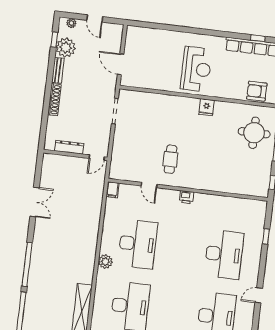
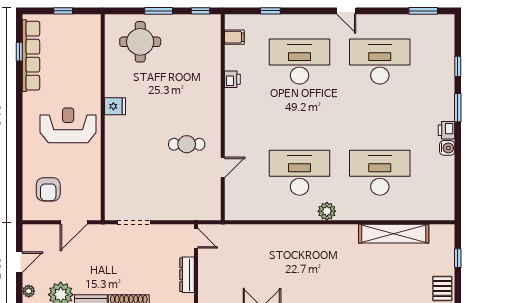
armchair: (257, 91) -> (48, 189), moved
filing cabinet: (113, 190) -> (234, 37), moved
printer: (187, 197) -> (232, 79), moved

